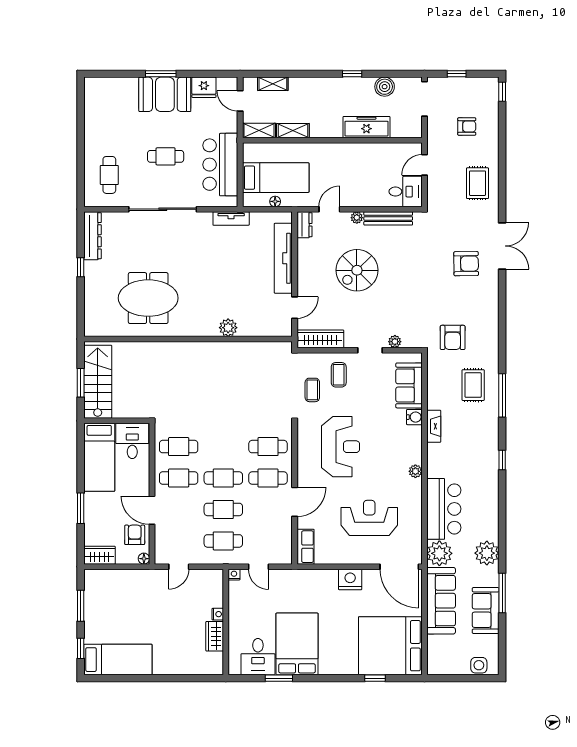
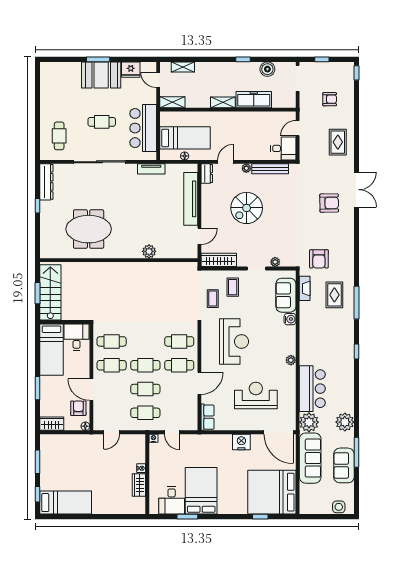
shelving: (293, 131) -> (223, 102), moved
fireplace: (434, 426) -> (305, 288), moved

